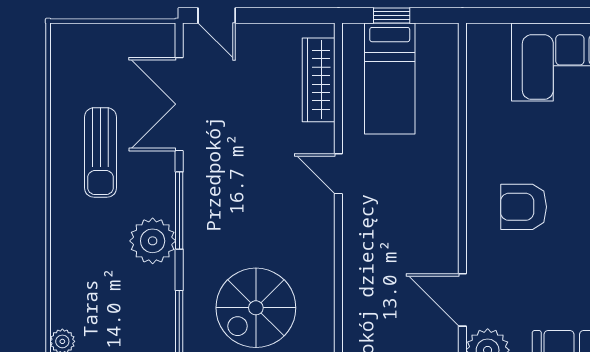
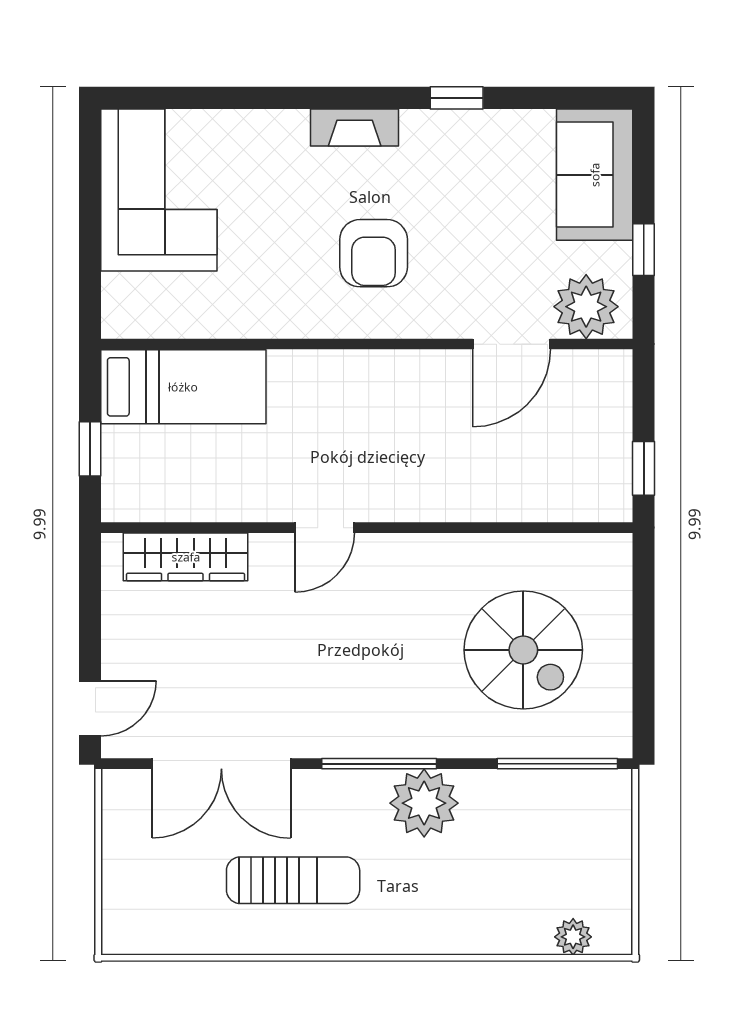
bed: (390, 79) -> (183, 387), moved

